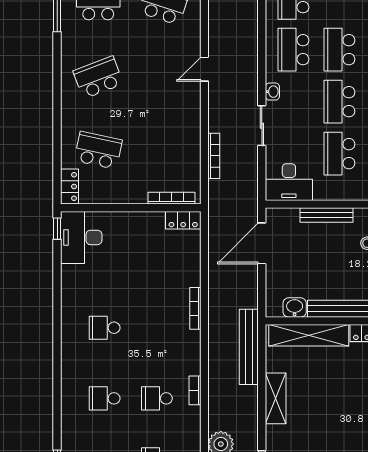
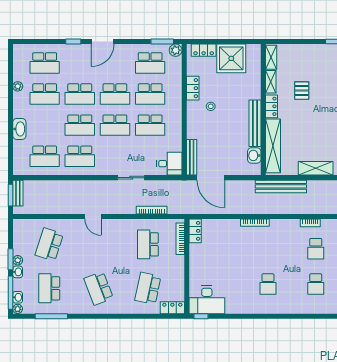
washbasin: (272, 92) -> (108, 170), removed
school desk: (163, 150) -> (148, 244), added
desk: (289, 182) -> (169, 164), width x0.73
bench: (327, 215) -> (192, 157), moved

